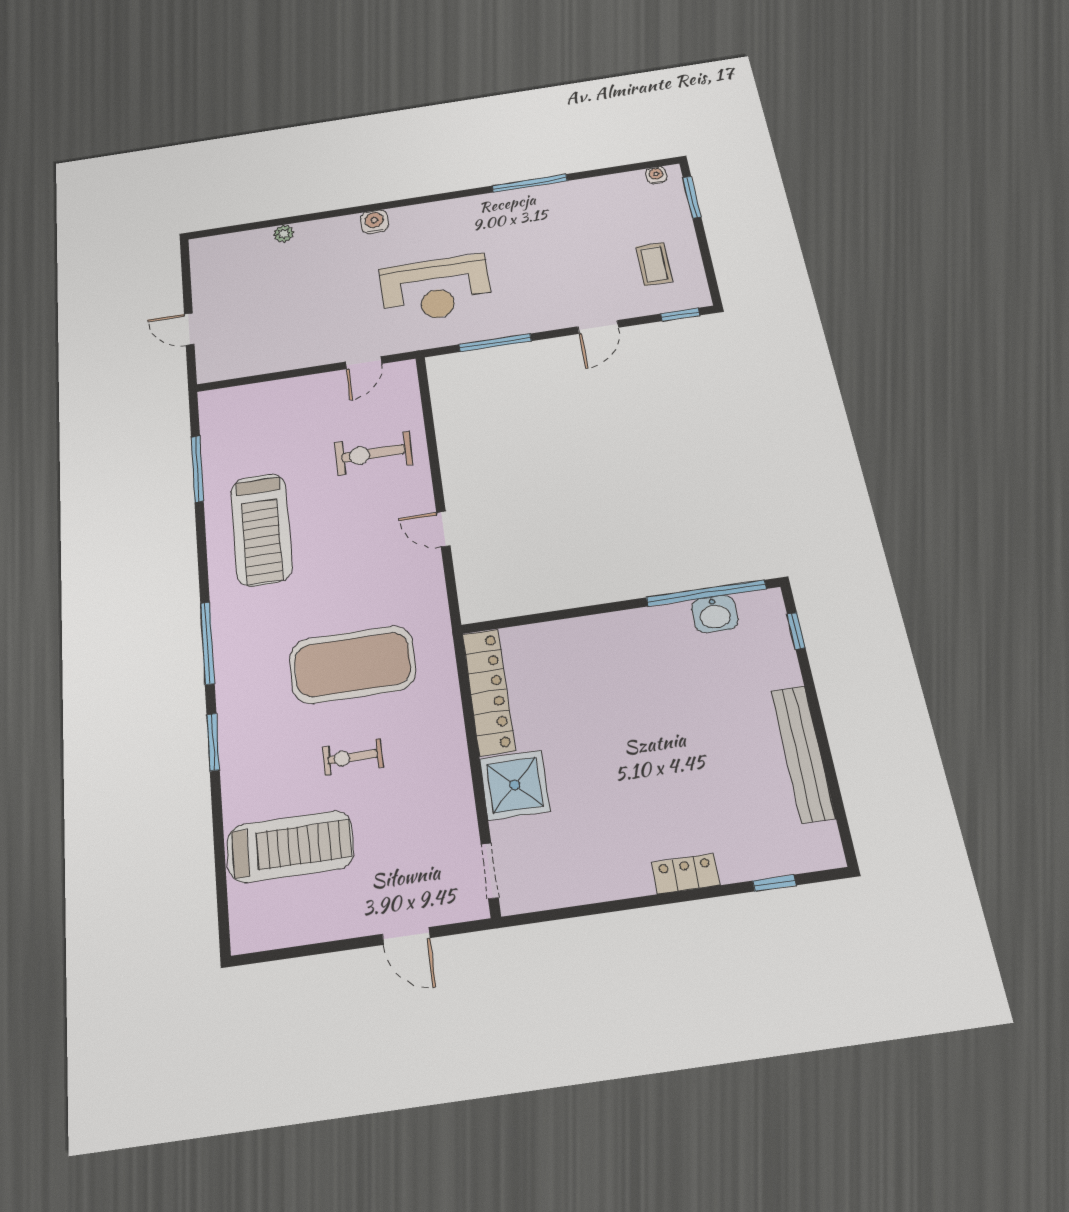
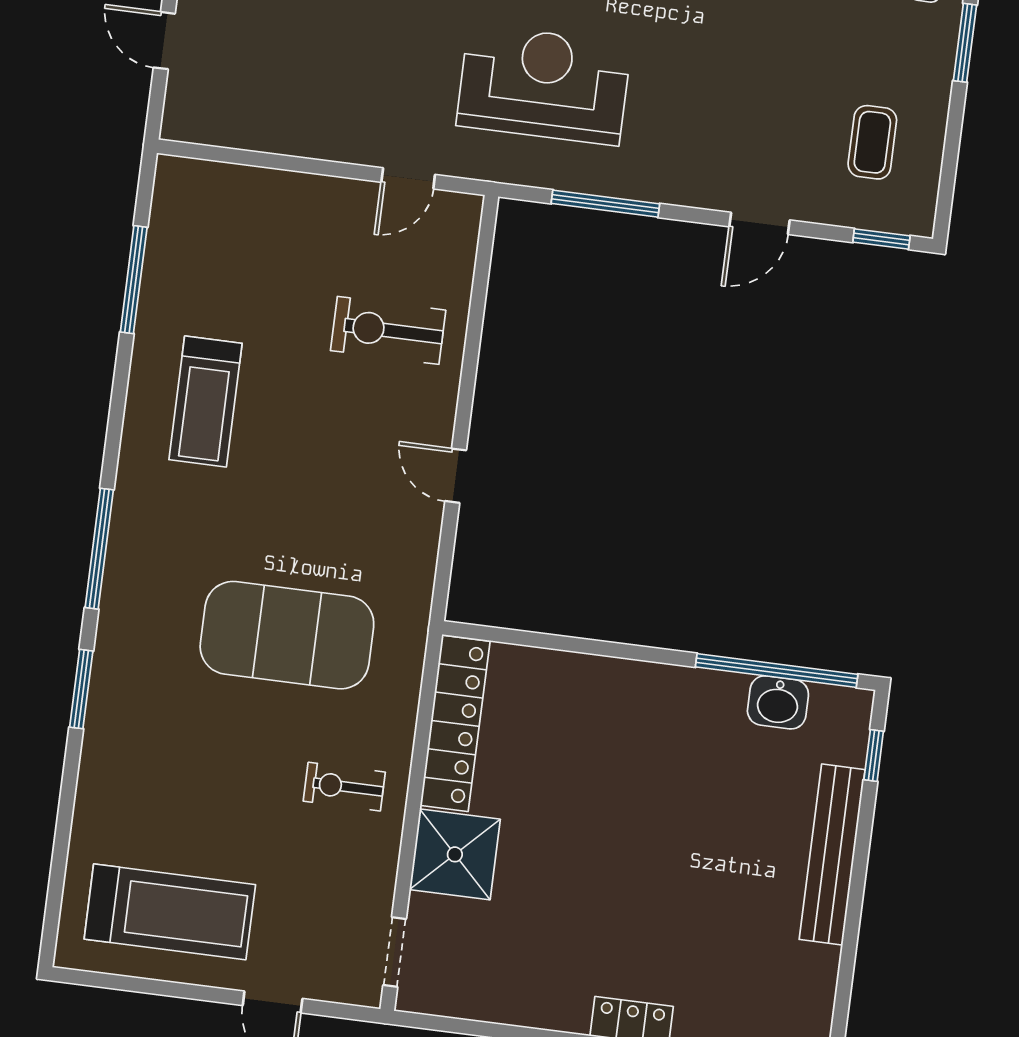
reception desk: (436, 289) -> (544, 85), turned 180
treadmill: (261, 529) -> (206, 402), width x0.73, depth x0.73
bench: (803, 753) -> (832, 855), moved
exercise bike: (353, 757) -> (344, 787), moved
treadmill: (290, 847) -> (170, 912), moved

